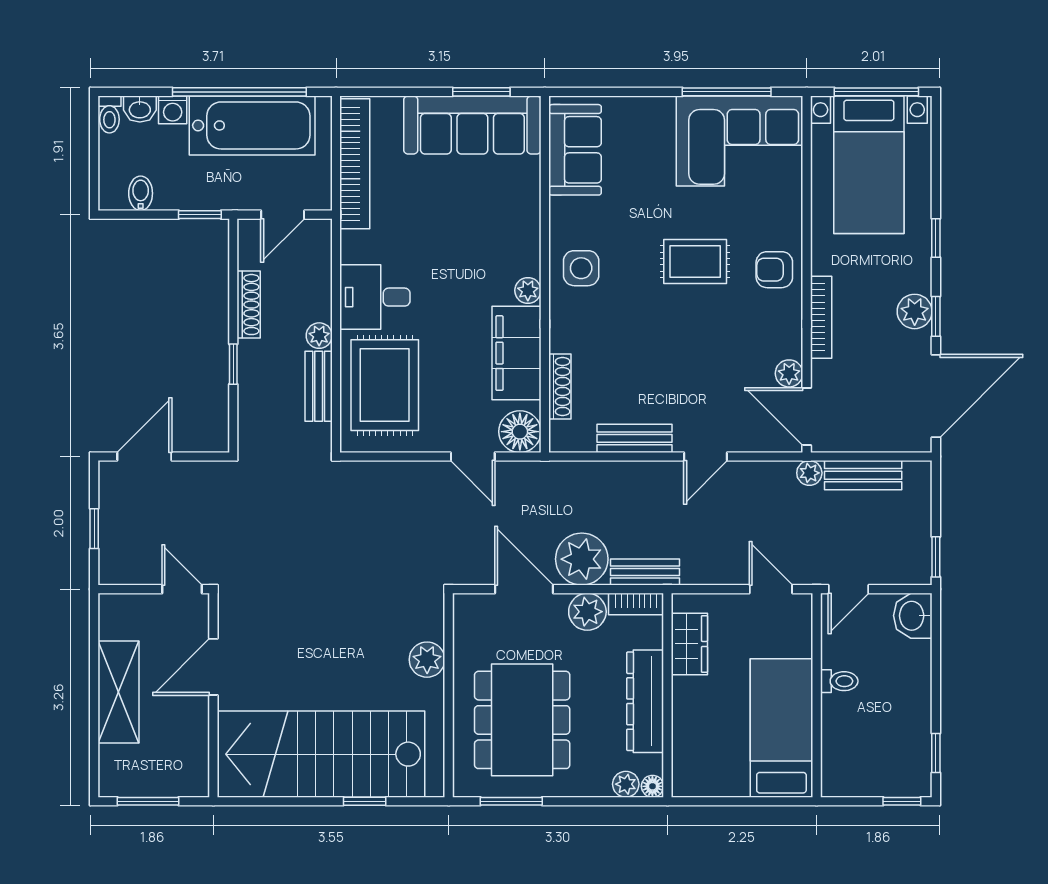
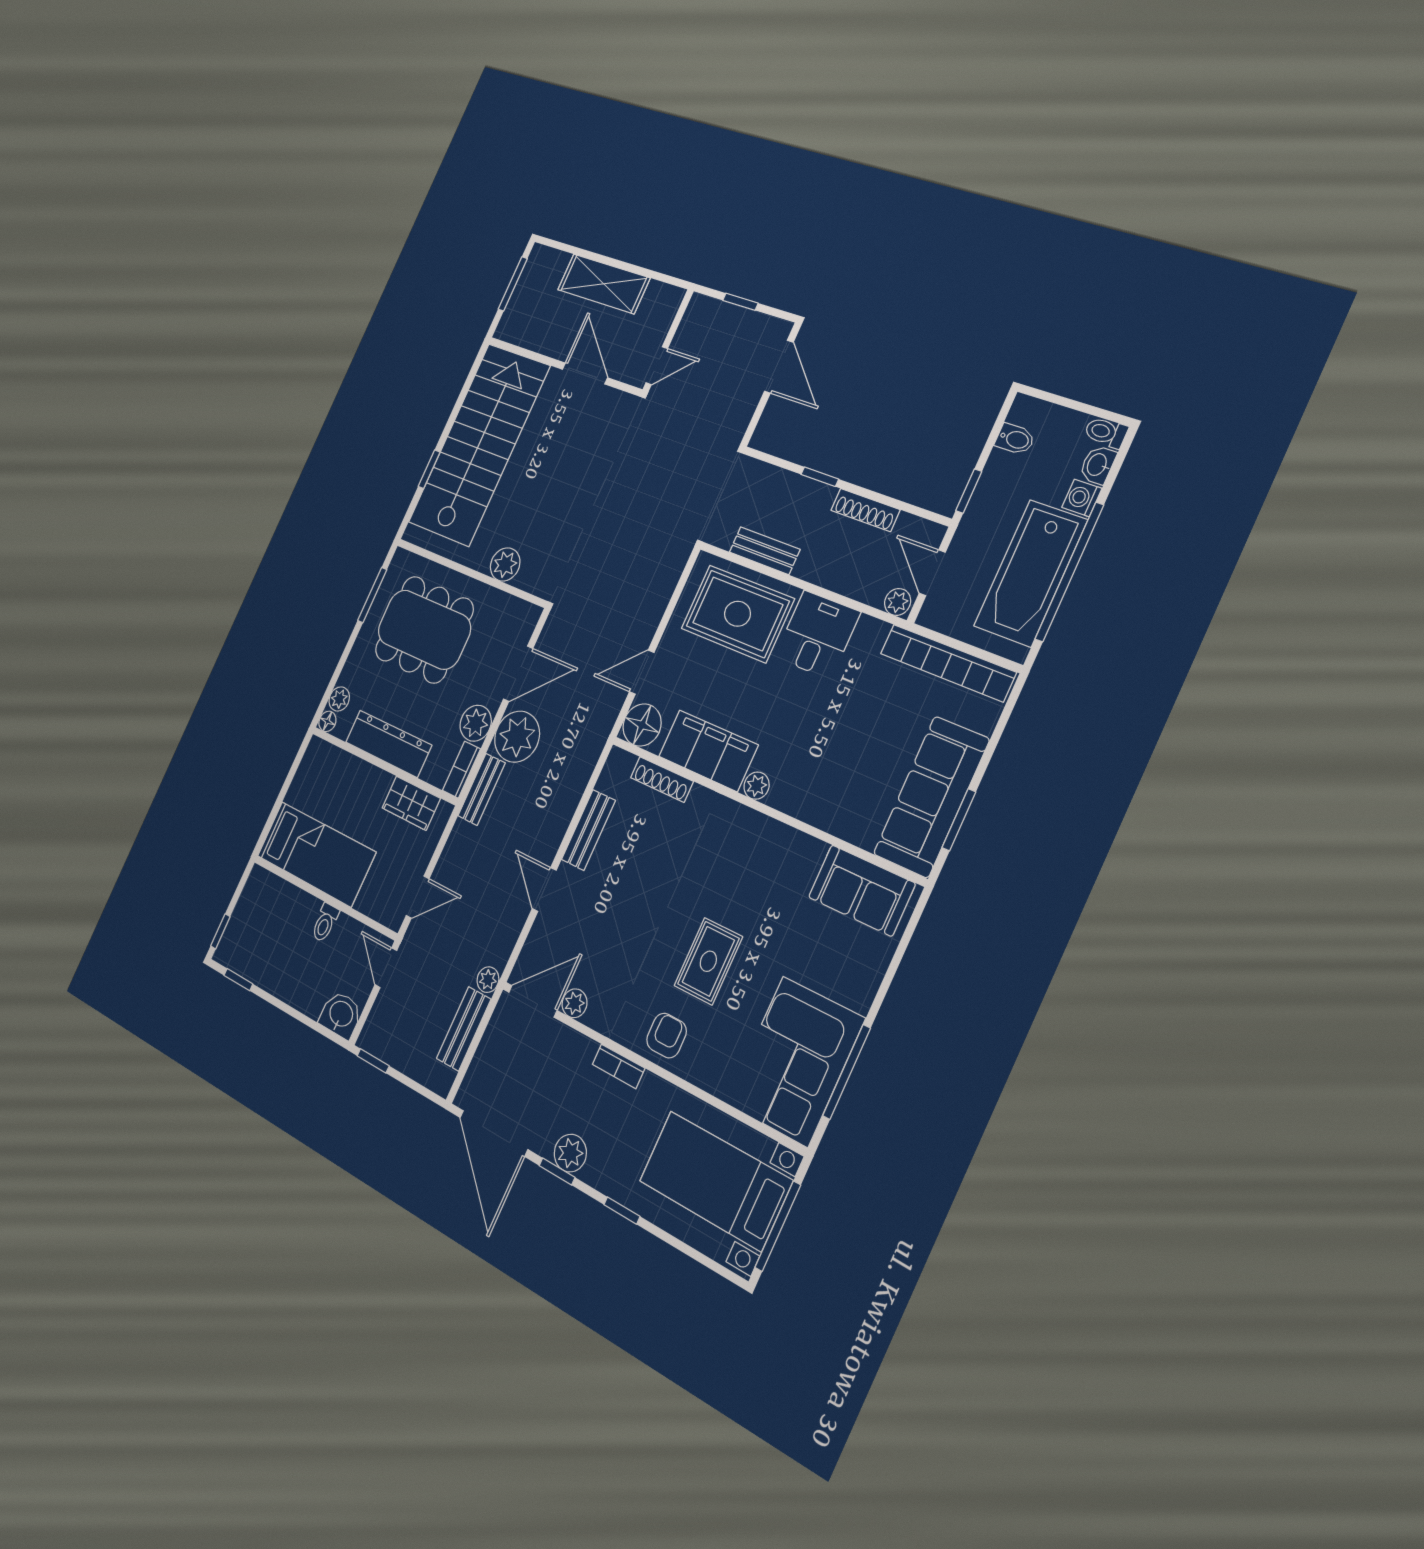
side table: (581, 268) -> (753, 847), removed
bookcase: (821, 317) -> (619, 1066), width x0.64
plant: (319, 336) -> (898, 602), moved

